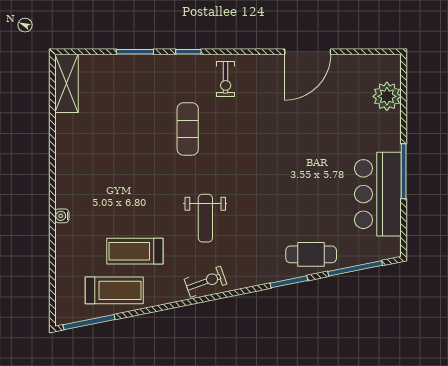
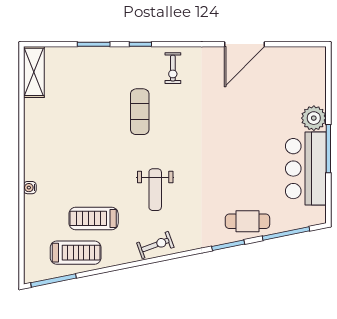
plant: (387, 96) -> (314, 118), moved

